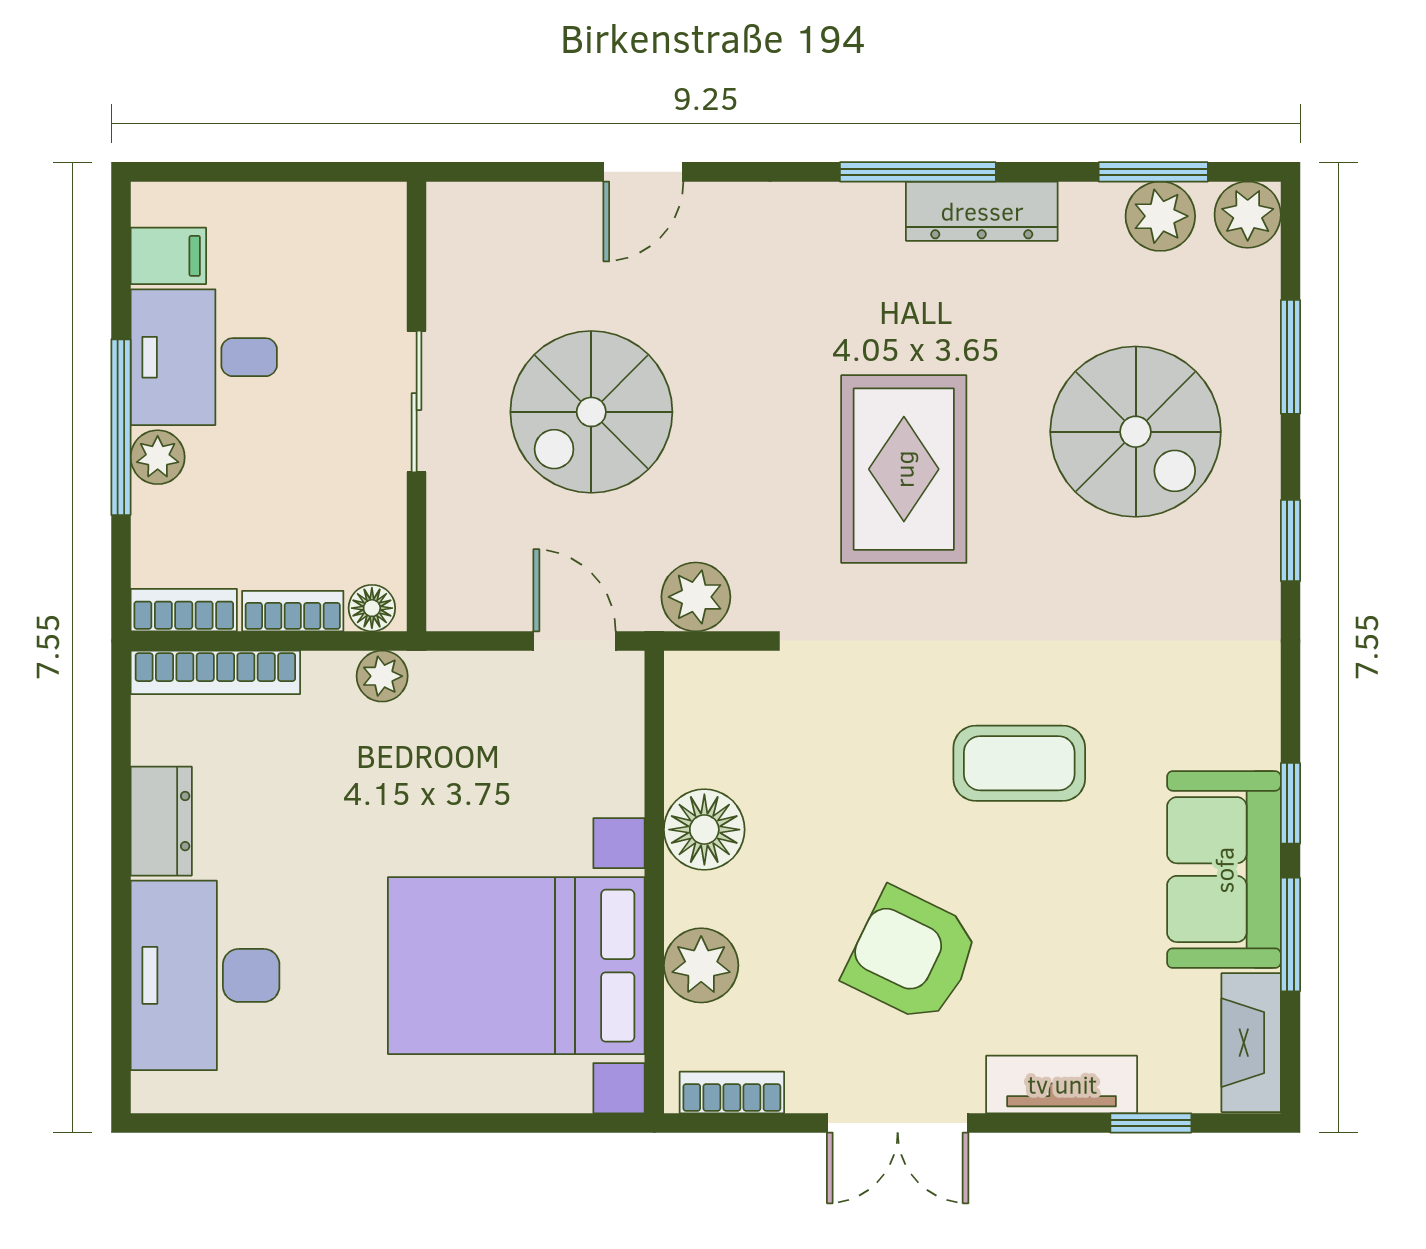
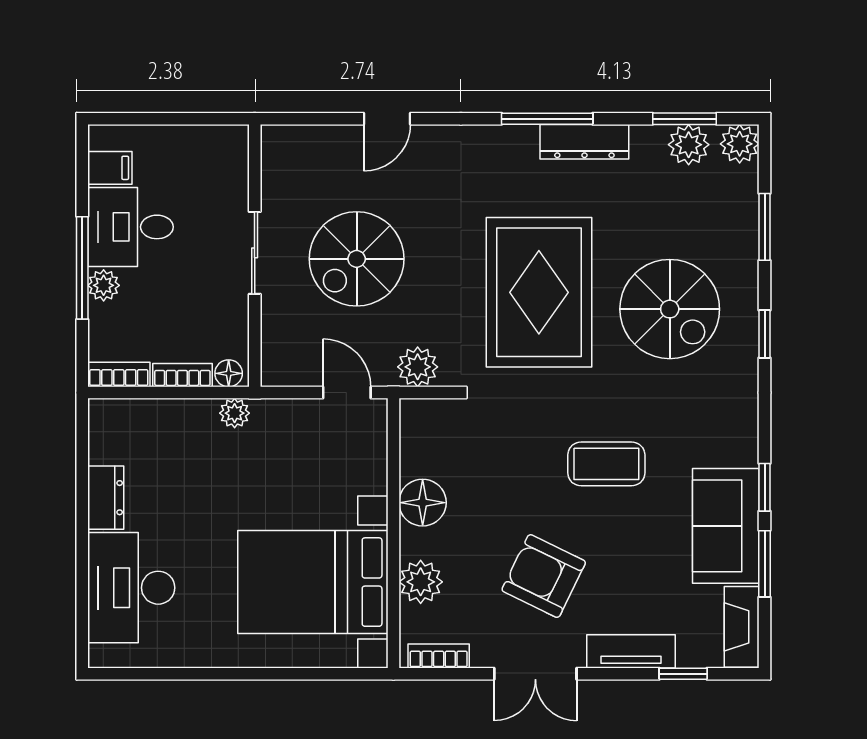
spiral stairs: (1136, 432) -> (670, 309), moved
rug: (904, 469) -> (539, 292), width x1.37, depth x1.44
bookcase: (215, 672) -> (137, 411), removed

